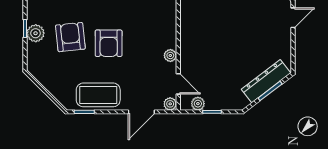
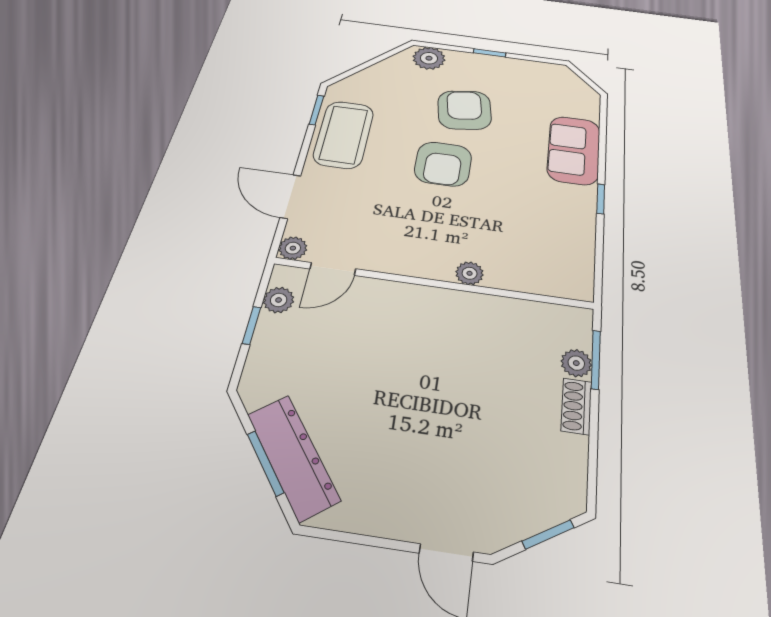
plant: (36, 33) -> (429, 58), moved
armchair: (70, 37) -> (464, 110), turned -93
armchair: (109, 43) -> (443, 164), turned -90
plant: (170, 55) -> (470, 273), moved

